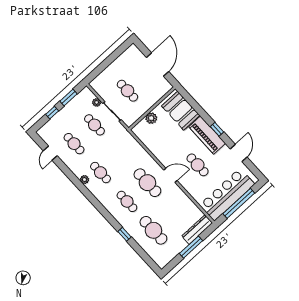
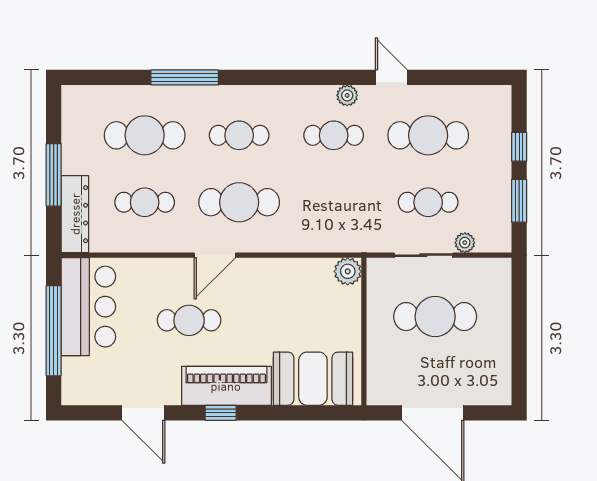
cafe table: (127, 91) -> (435, 317), width x1.37, depth x1.35
plant: (151, 118) -> (348, 271), moved
cafe table: (74, 144) -> (428, 135), width x1.37, depth x1.35
door: (50, 153) -> (391, 77), moved
bar counter: (227, 195) -> (88, 307), width x0.73
cafe table: (174, 212) -> (145, 202), added
window: (125, 234) -> (185, 77), width x2.17

